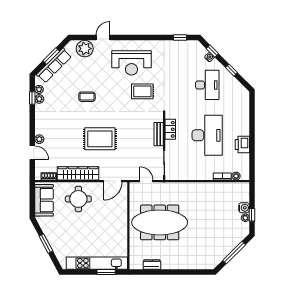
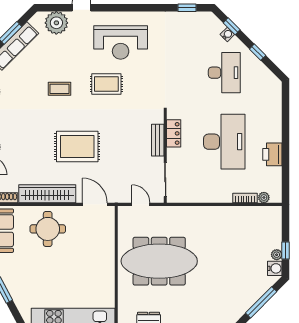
rug: (142, 91) -> (106, 84), moved
door: (113, 181) -> (95, 204), swing flipped
water cooler: (244, 208) -> (275, 268), moved

